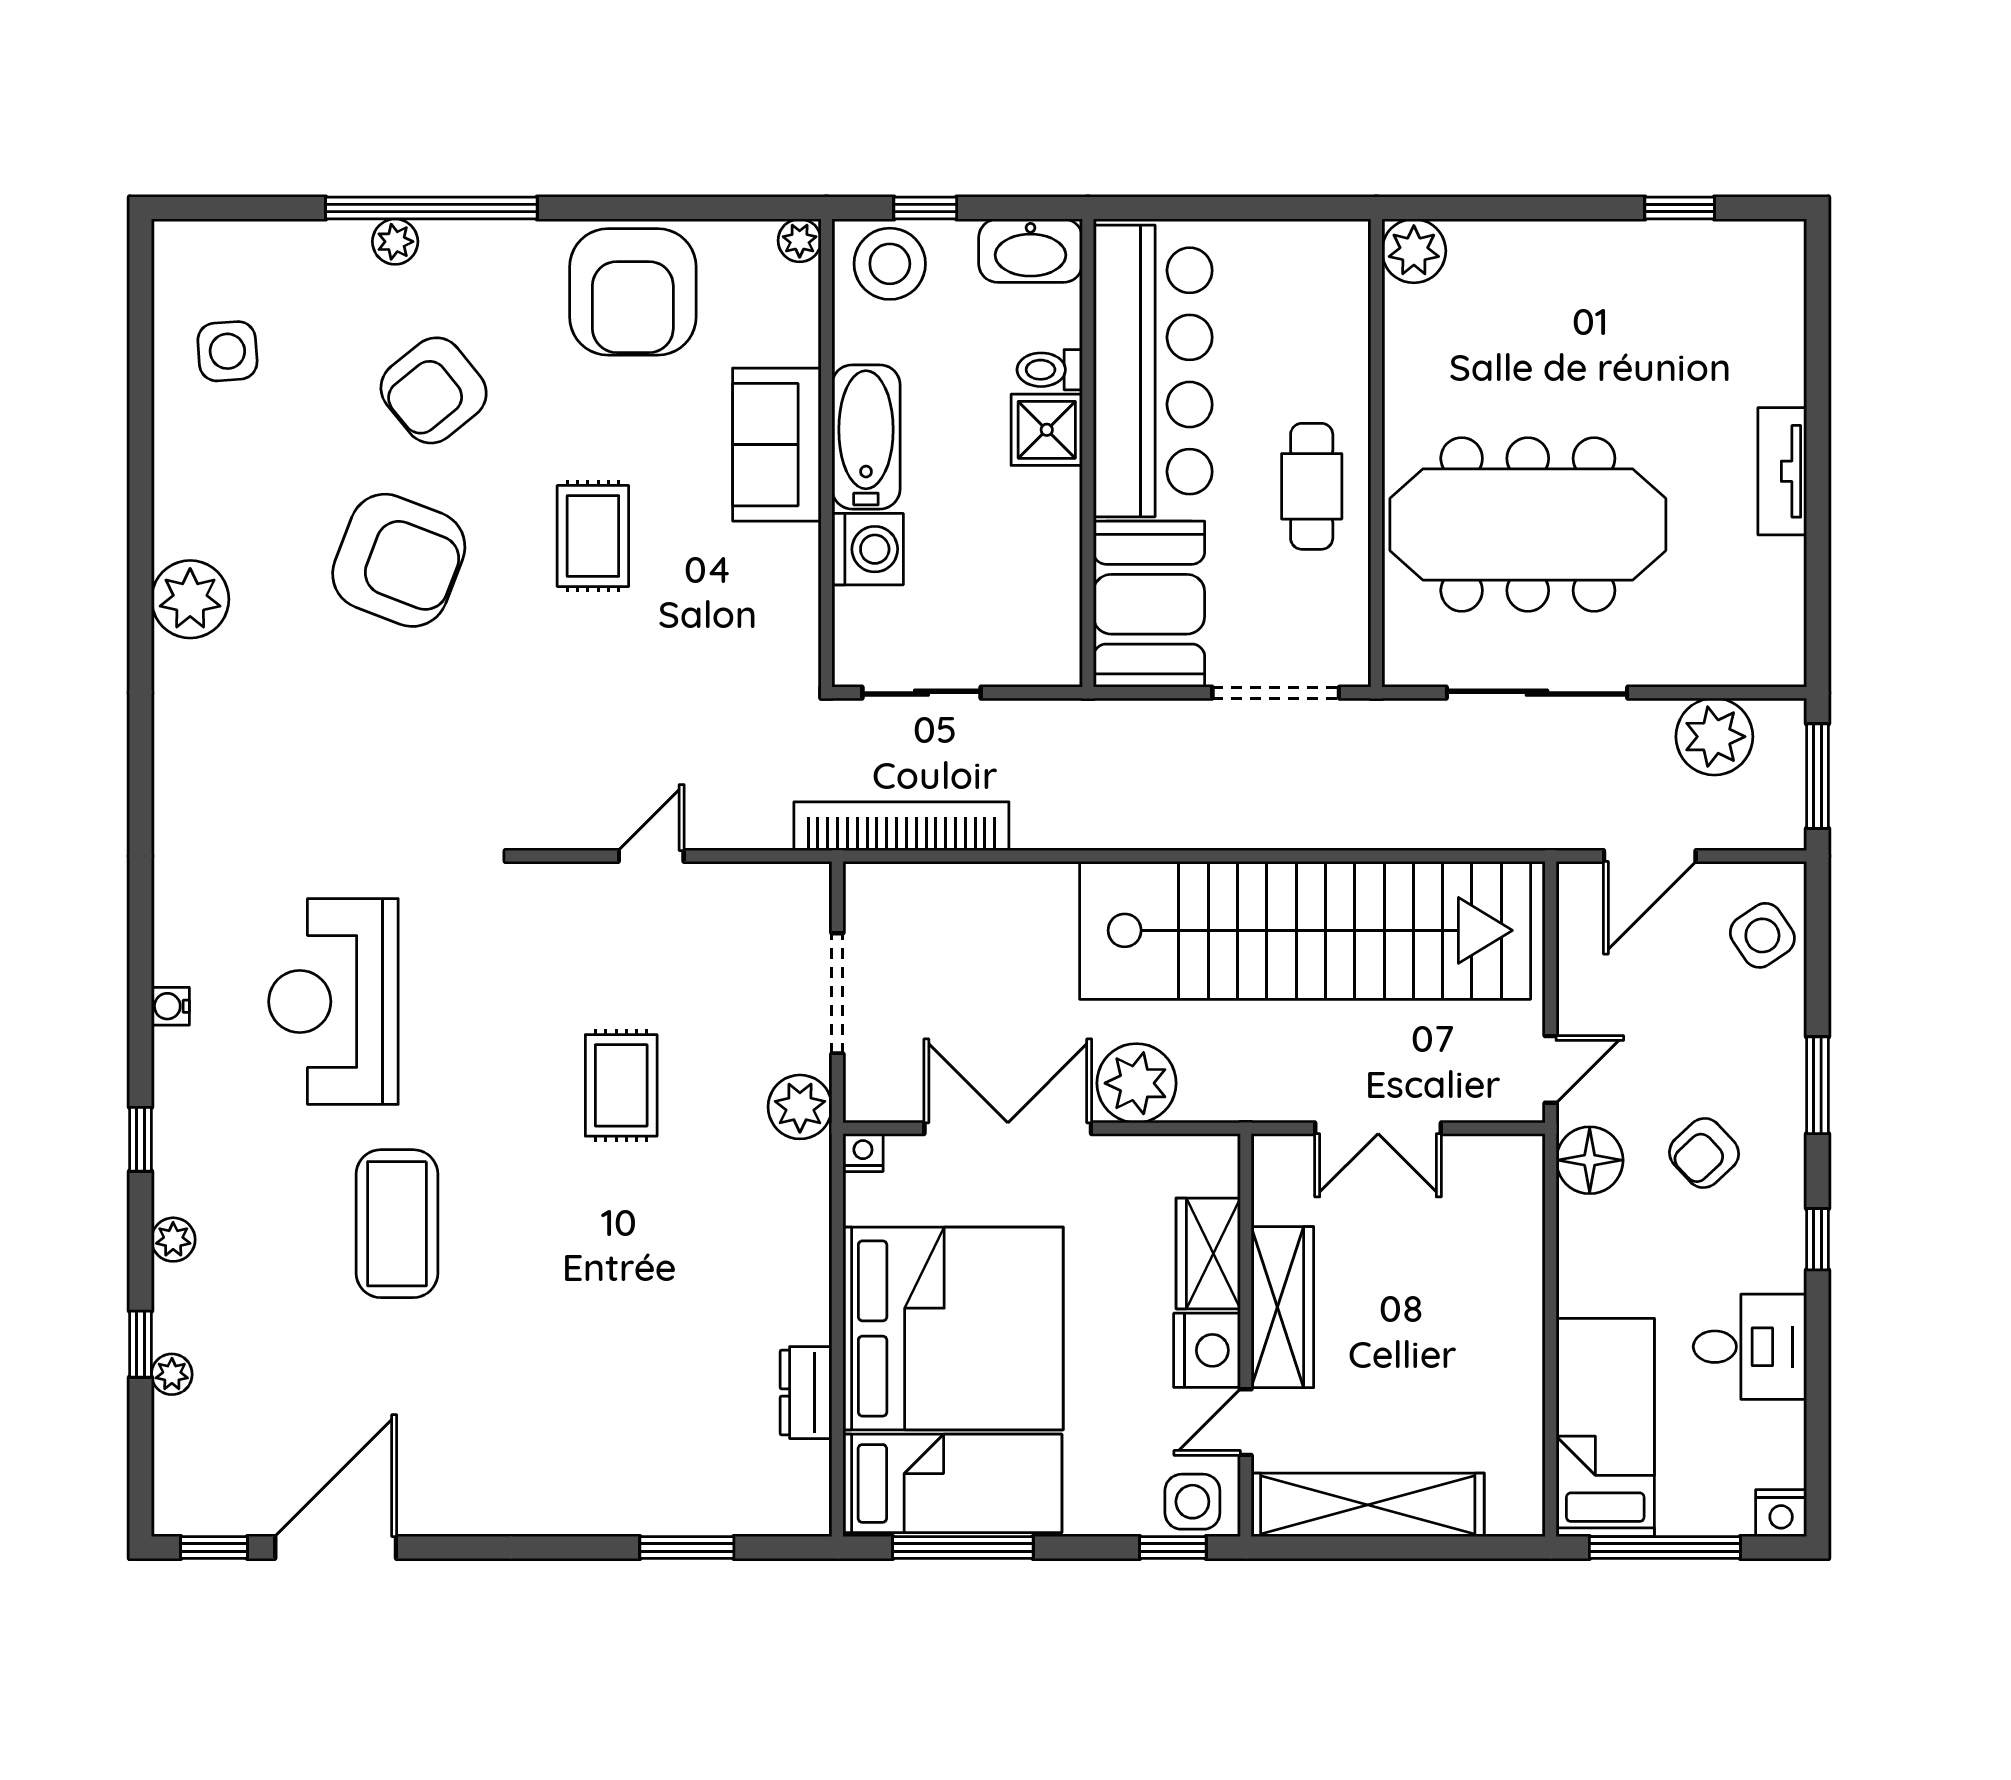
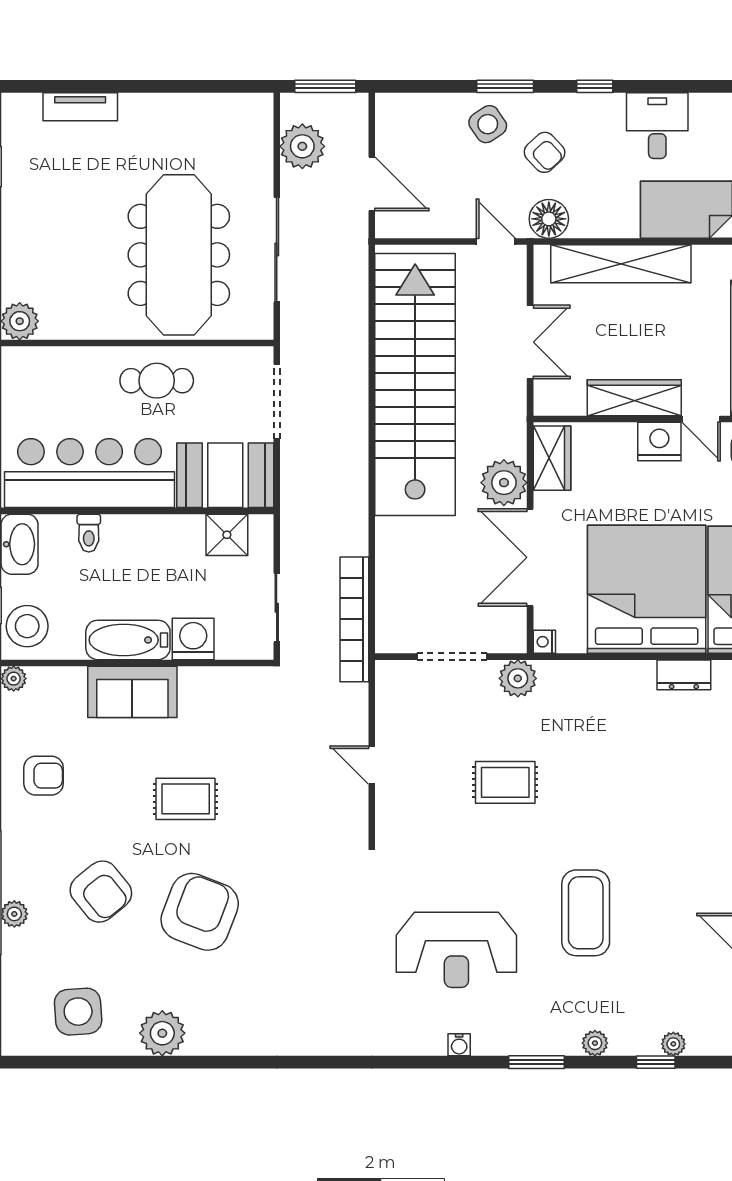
armchair: (633, 292) -> (44, 776), width x0.53, depth x0.53
side table: (227, 351) -> (78, 1012), width x1.37, depth x1.37
shower: (1047, 430) -> (227, 535), moved
tv unit: (1782, 471) -> (80, 107), moved
plant: (190, 599) -> (162, 1033), moved
side table: (1762, 935) -> (488, 124), moved
window: (140, 1139) -> (537, 1062), width x1.50
coffee table: (397, 1224) -> (586, 913), turned 90
wardrobe: (1208, 1253) -> (552, 458), moved, turned -90
shelving: (1512, 1284) -> (621, 264), added

